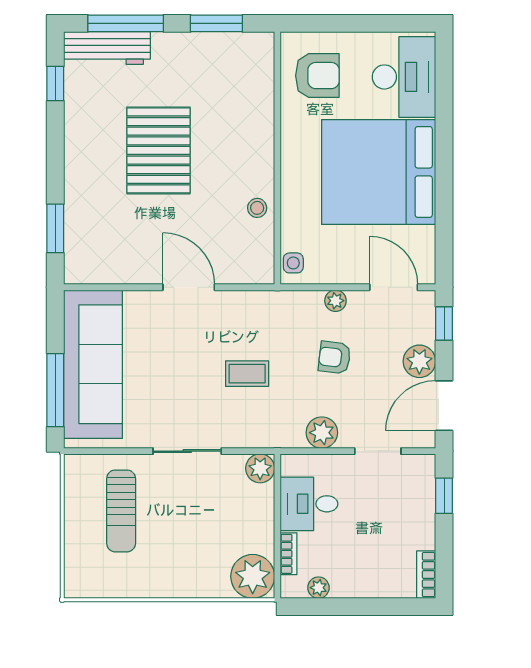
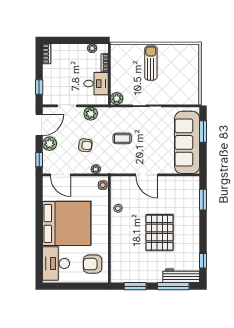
plant: (335, 301) -> (96, 169), moved
window: (55, 390) -> (203, 132), width x0.69
sun lounger: (121, 511) -> (151, 63), moved
plant: (253, 576) -> (120, 53), removed

